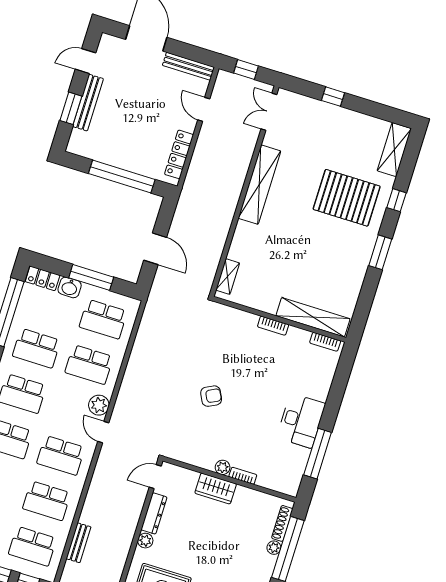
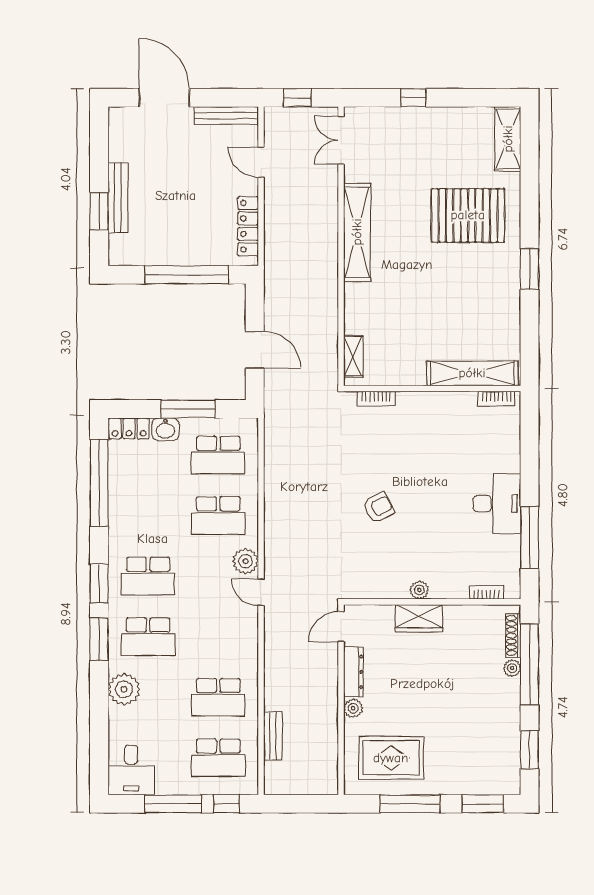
door: (86, 61) -> (99, 148), removed
window: (396, 200) -> (530, 200), removed
bookcase: (273, 326) -> (376, 399), moved
school desk: (36, 348) -> (148, 516), removed
school desk: (61, 455) -> (218, 637), removed
bookcase: (243, 476) -> (486, 593), moved

